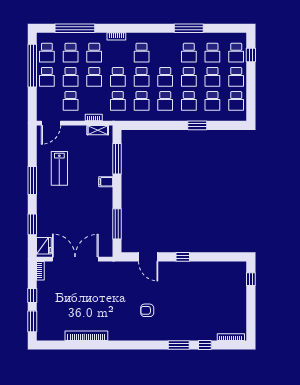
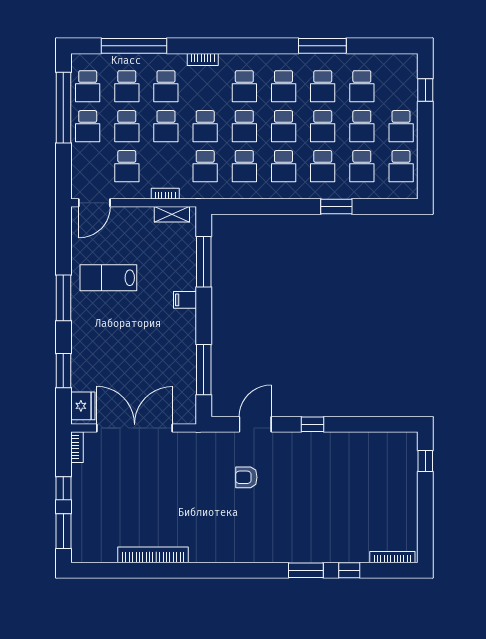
school desk: (236, 53) -> (284, 86), moved
lab bench: (59, 168) -> (108, 278), turned 90
door: (148, 257) -> (255, 424), swing flipped
armchair: (147, 310) -> (246, 477), moved

